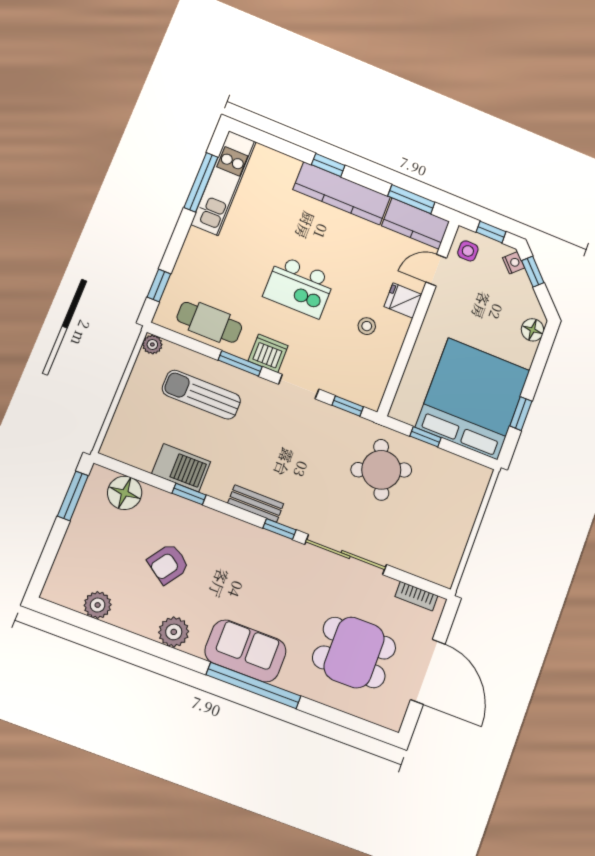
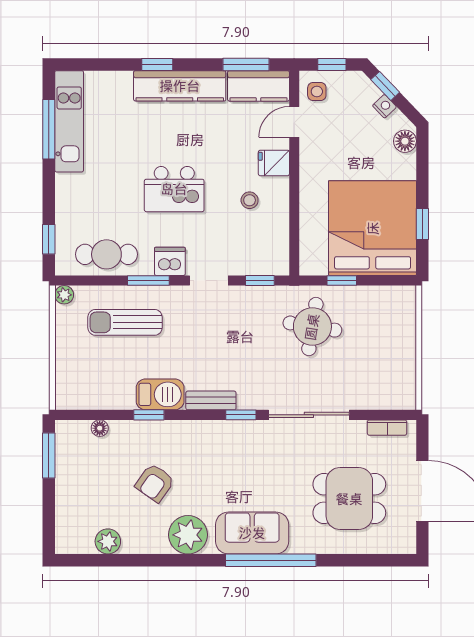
nightstand: (514, 263) -> (384, 106), moved
barbecue: (181, 468) -> (160, 394), moved
round table: (381, 470) -> (312, 327), turned 30
floor lamp: (125, 493) -> (100, 428), width x0.53, depth x0.53
plant: (174, 632) -> (188, 535), width x1.36, depth x1.36

